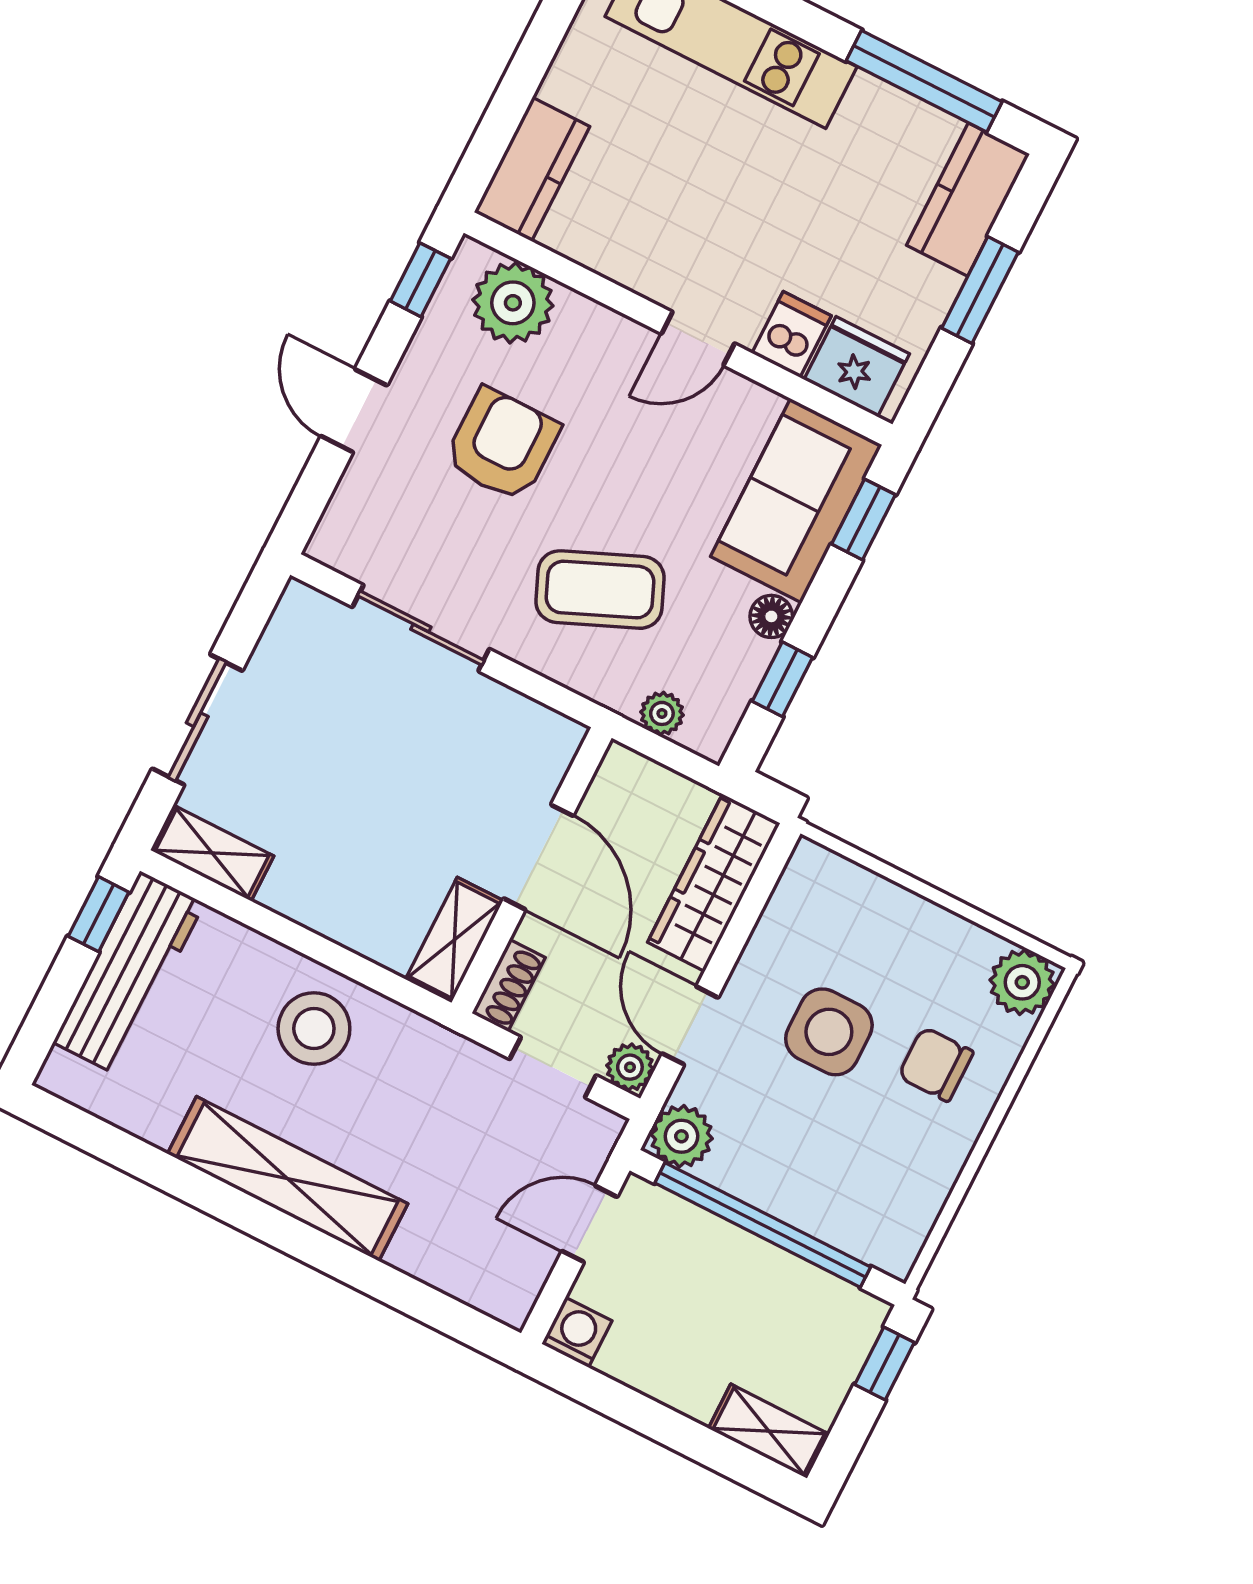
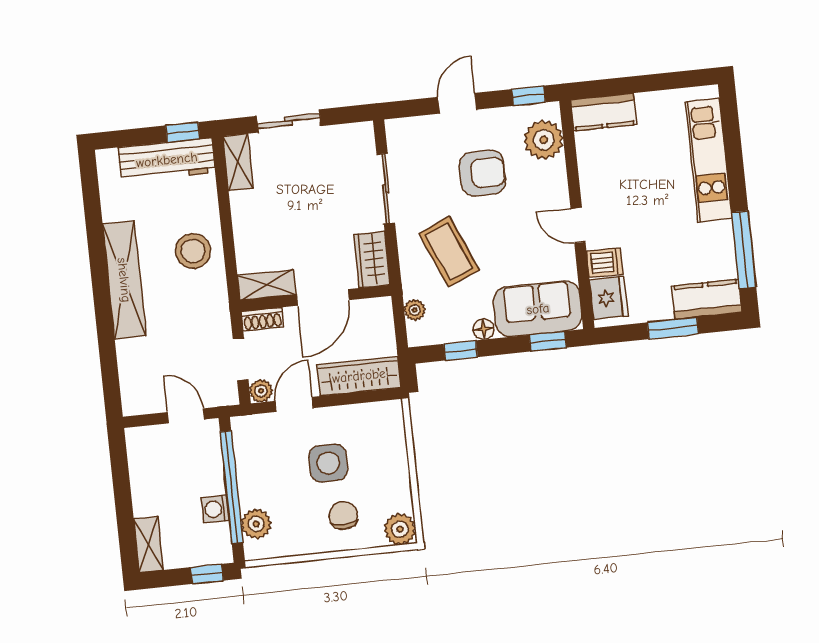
wardrobe: (527, 731) -> (372, 259), added
plant: (681, 1136) -> (256, 524), moved
washing machine: (577, 1332) -> (215, 509), moved, turned 180

